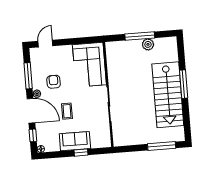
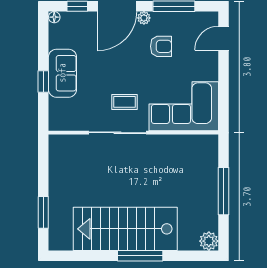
door: (45, 44) -> (223, 38), swing flipped
plant: (148, 44) -> (209, 241), moved
coffee table: (67, 111) -> (124, 102), moved
window: (162, 146) -> (43, 212), width x0.69

